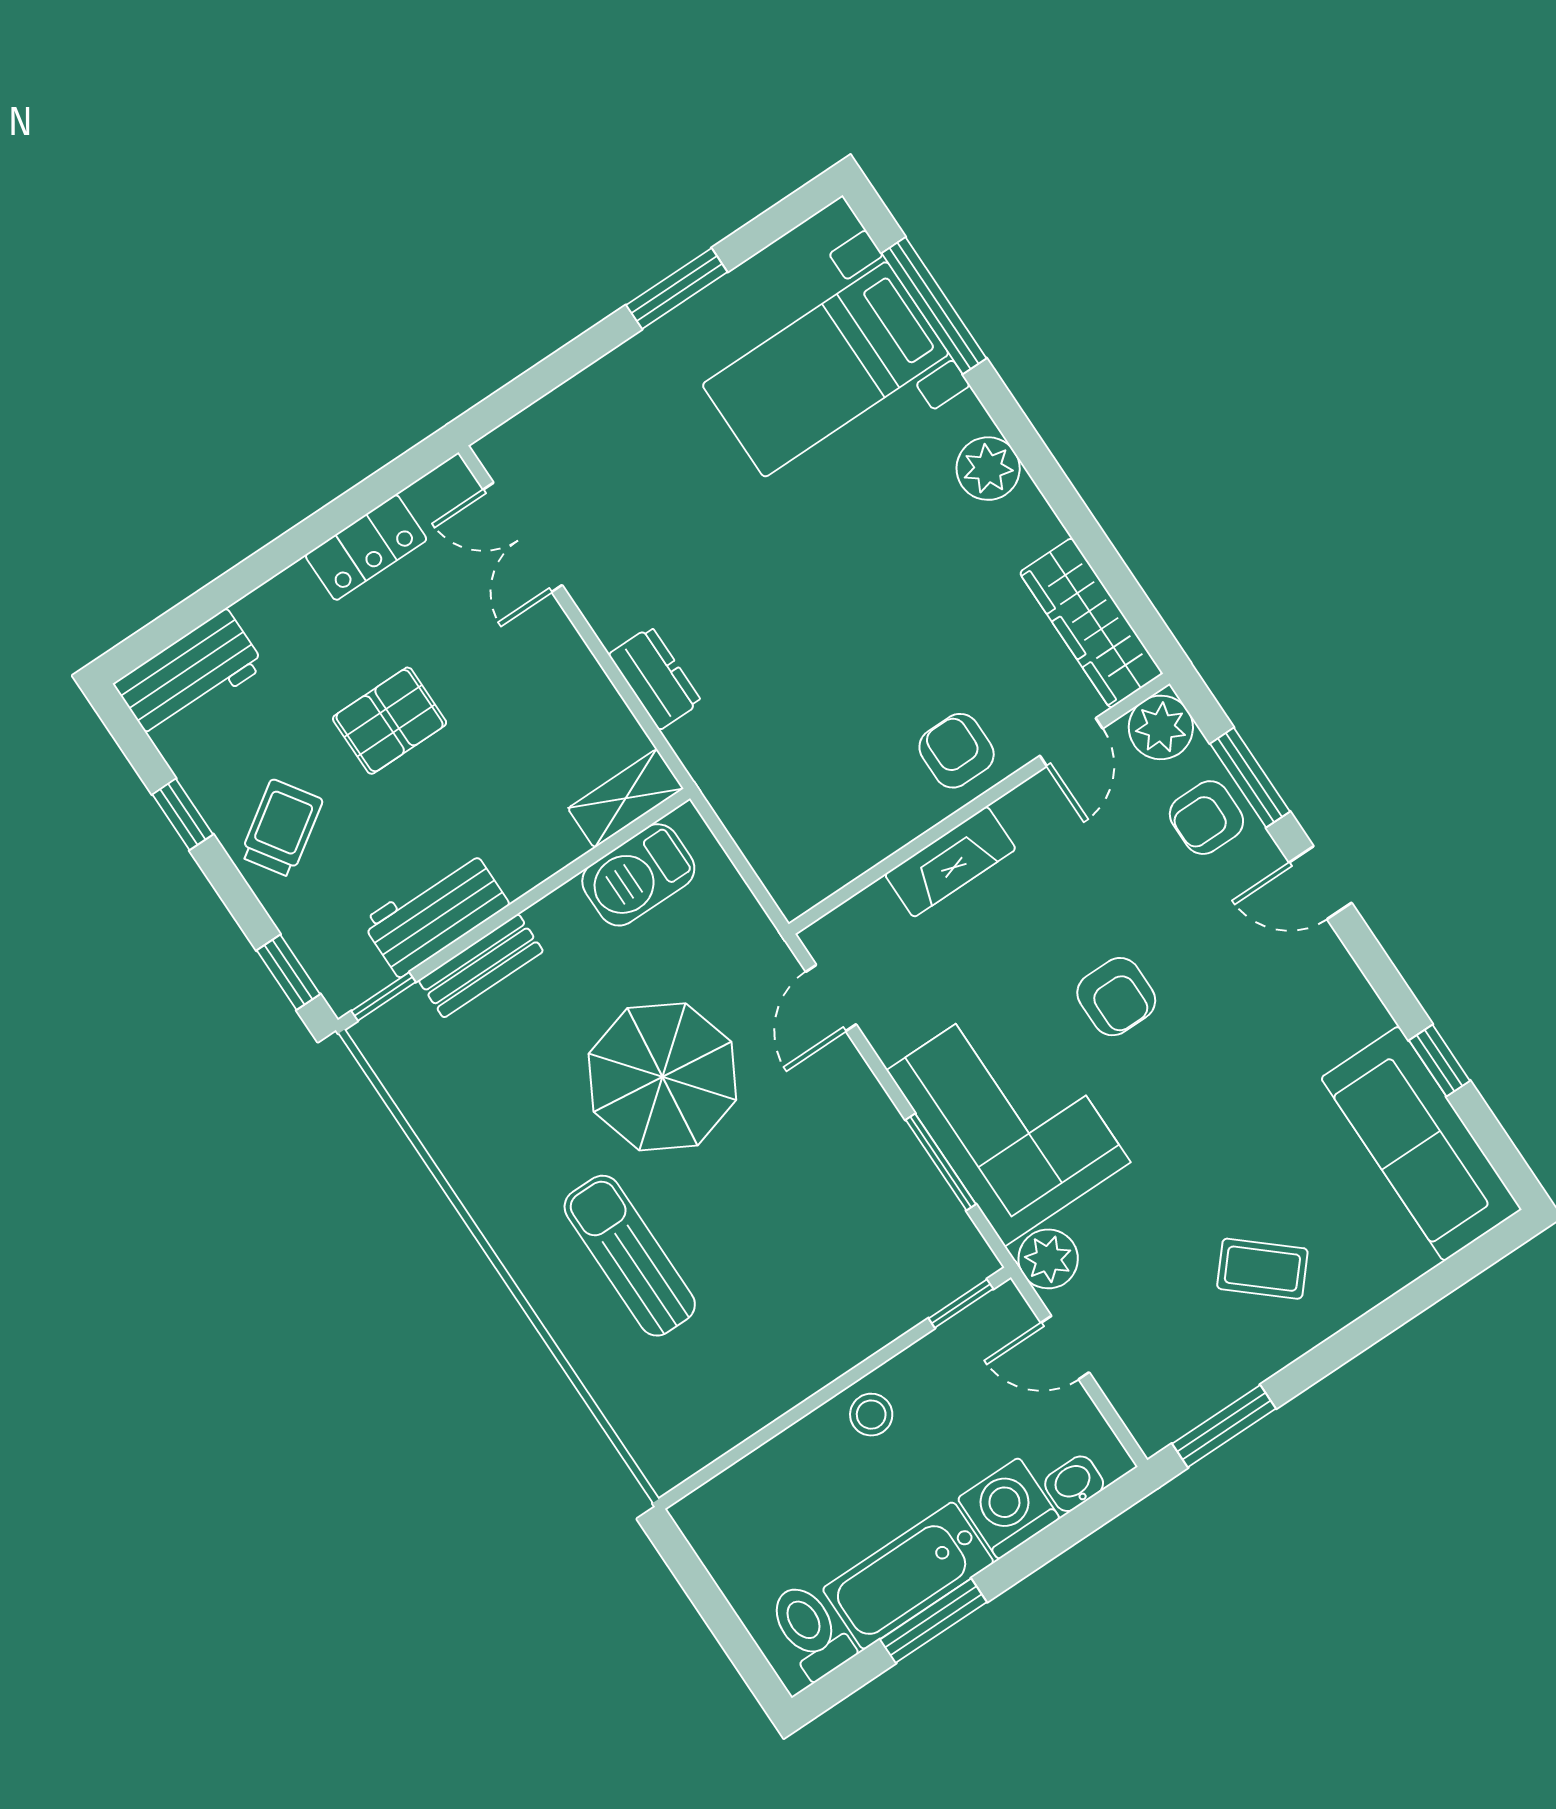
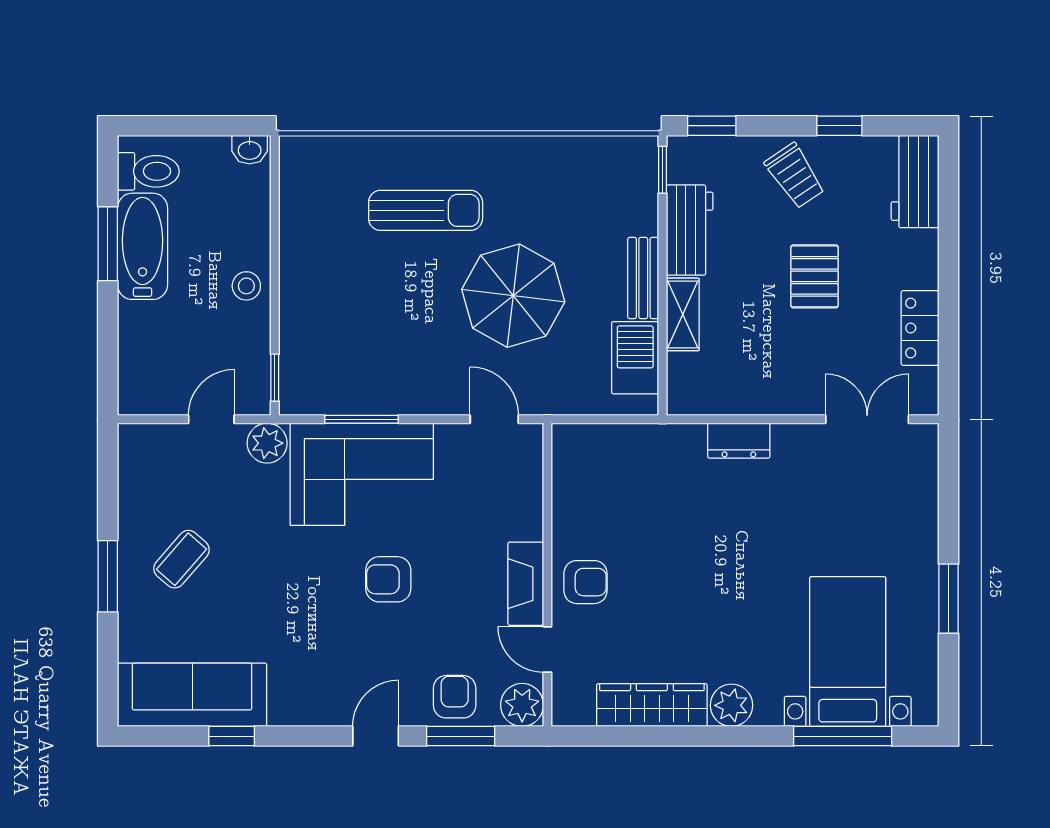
wardrobe: (1091, 623) -> (652, 705), moved
shelving: (626, 798) -> (683, 314), moved
fireplace: (950, 862) -> (526, 584), moved
bench: (481, 966) -> (643, 278), moved
window: (1224, 1426) -> (108, 576), moved
washbasin: (1074, 1484) -> (250, 150), moved, turned 90
washing machine: (1009, 1508) -> (142, 328), removed

